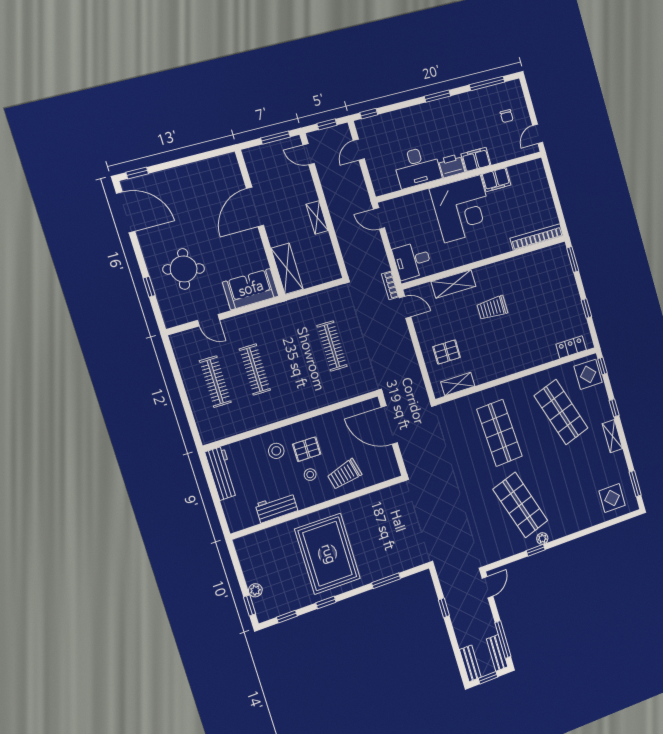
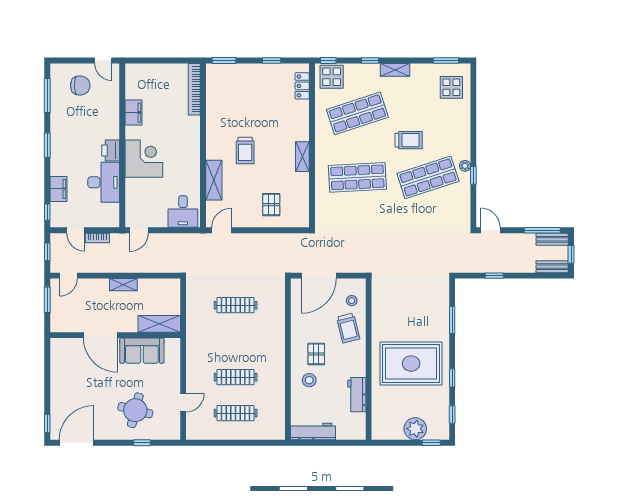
chair: (507, 116) -> (80, 86), width x1.87, depth x1.87
filing cabinet: (476, 160) -> (58, 189), moved, turned 180
corner desk: (462, 209) -> (144, 159), width x0.74, depth x0.74
bookcase: (390, 285) -> (97, 238), moved
sofa: (251, 289) -> (142, 351), moved, turned -90
shelving: (458, 384) -> (302, 157), moved
trolley: (550, 473) -> (409, 140), added
stool: (310, 475) -> (352, 301), moved
plant: (255, 590) -> (415, 429), width x1.87, depth x1.87

